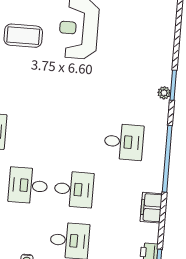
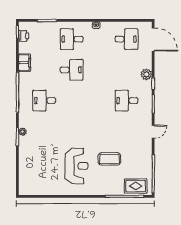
desk: (28, 186) -> (99, 70), removed
desk: (74, 189) -> (72, 70), turned 180

